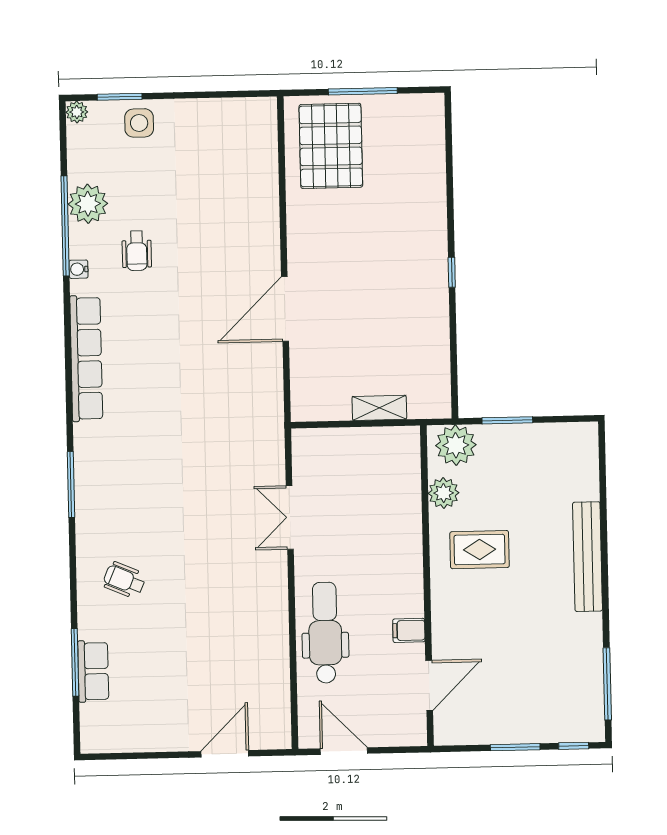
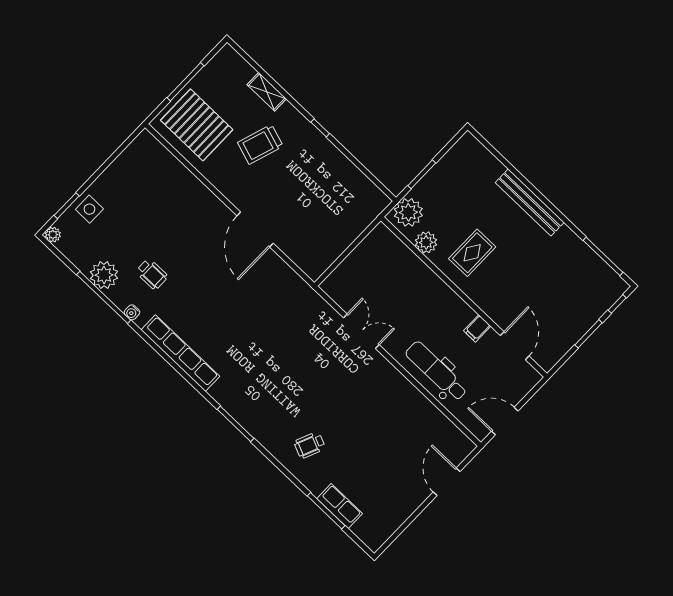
trolley: (375, 229) -> (260, 144), added
shelving: (379, 408) -> (267, 92), moved, turned 90
double door: (290, 517) -> (361, 331), swing flipped

